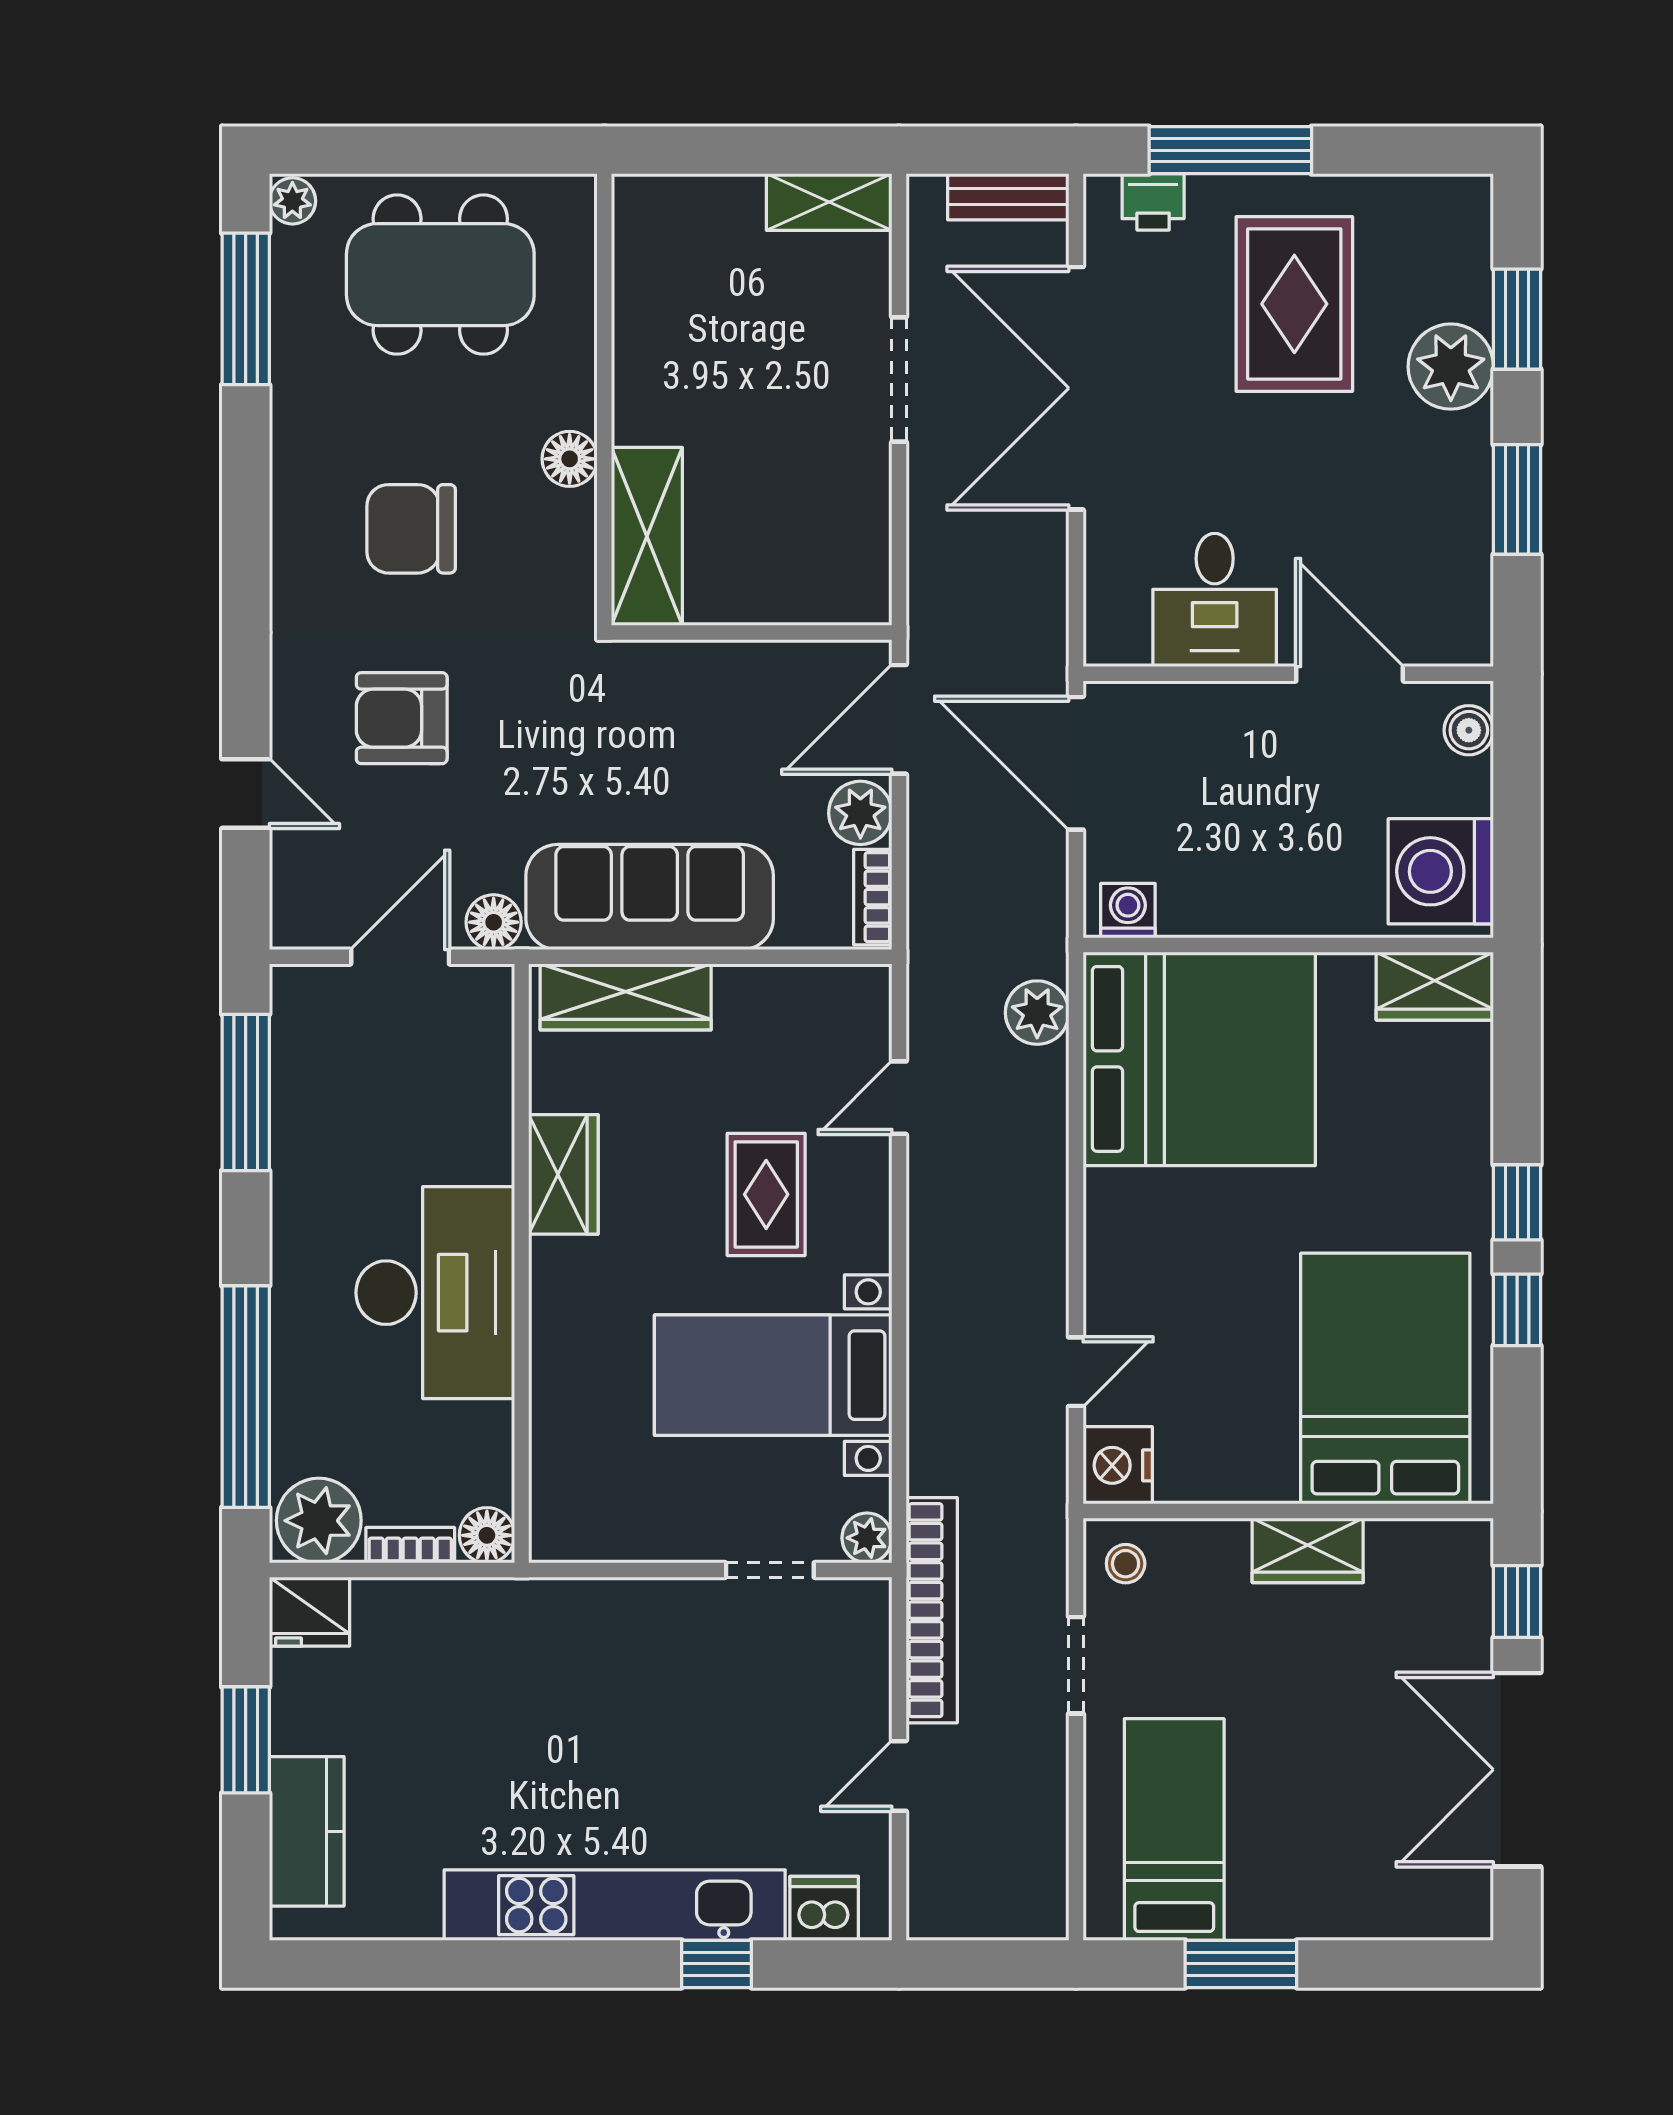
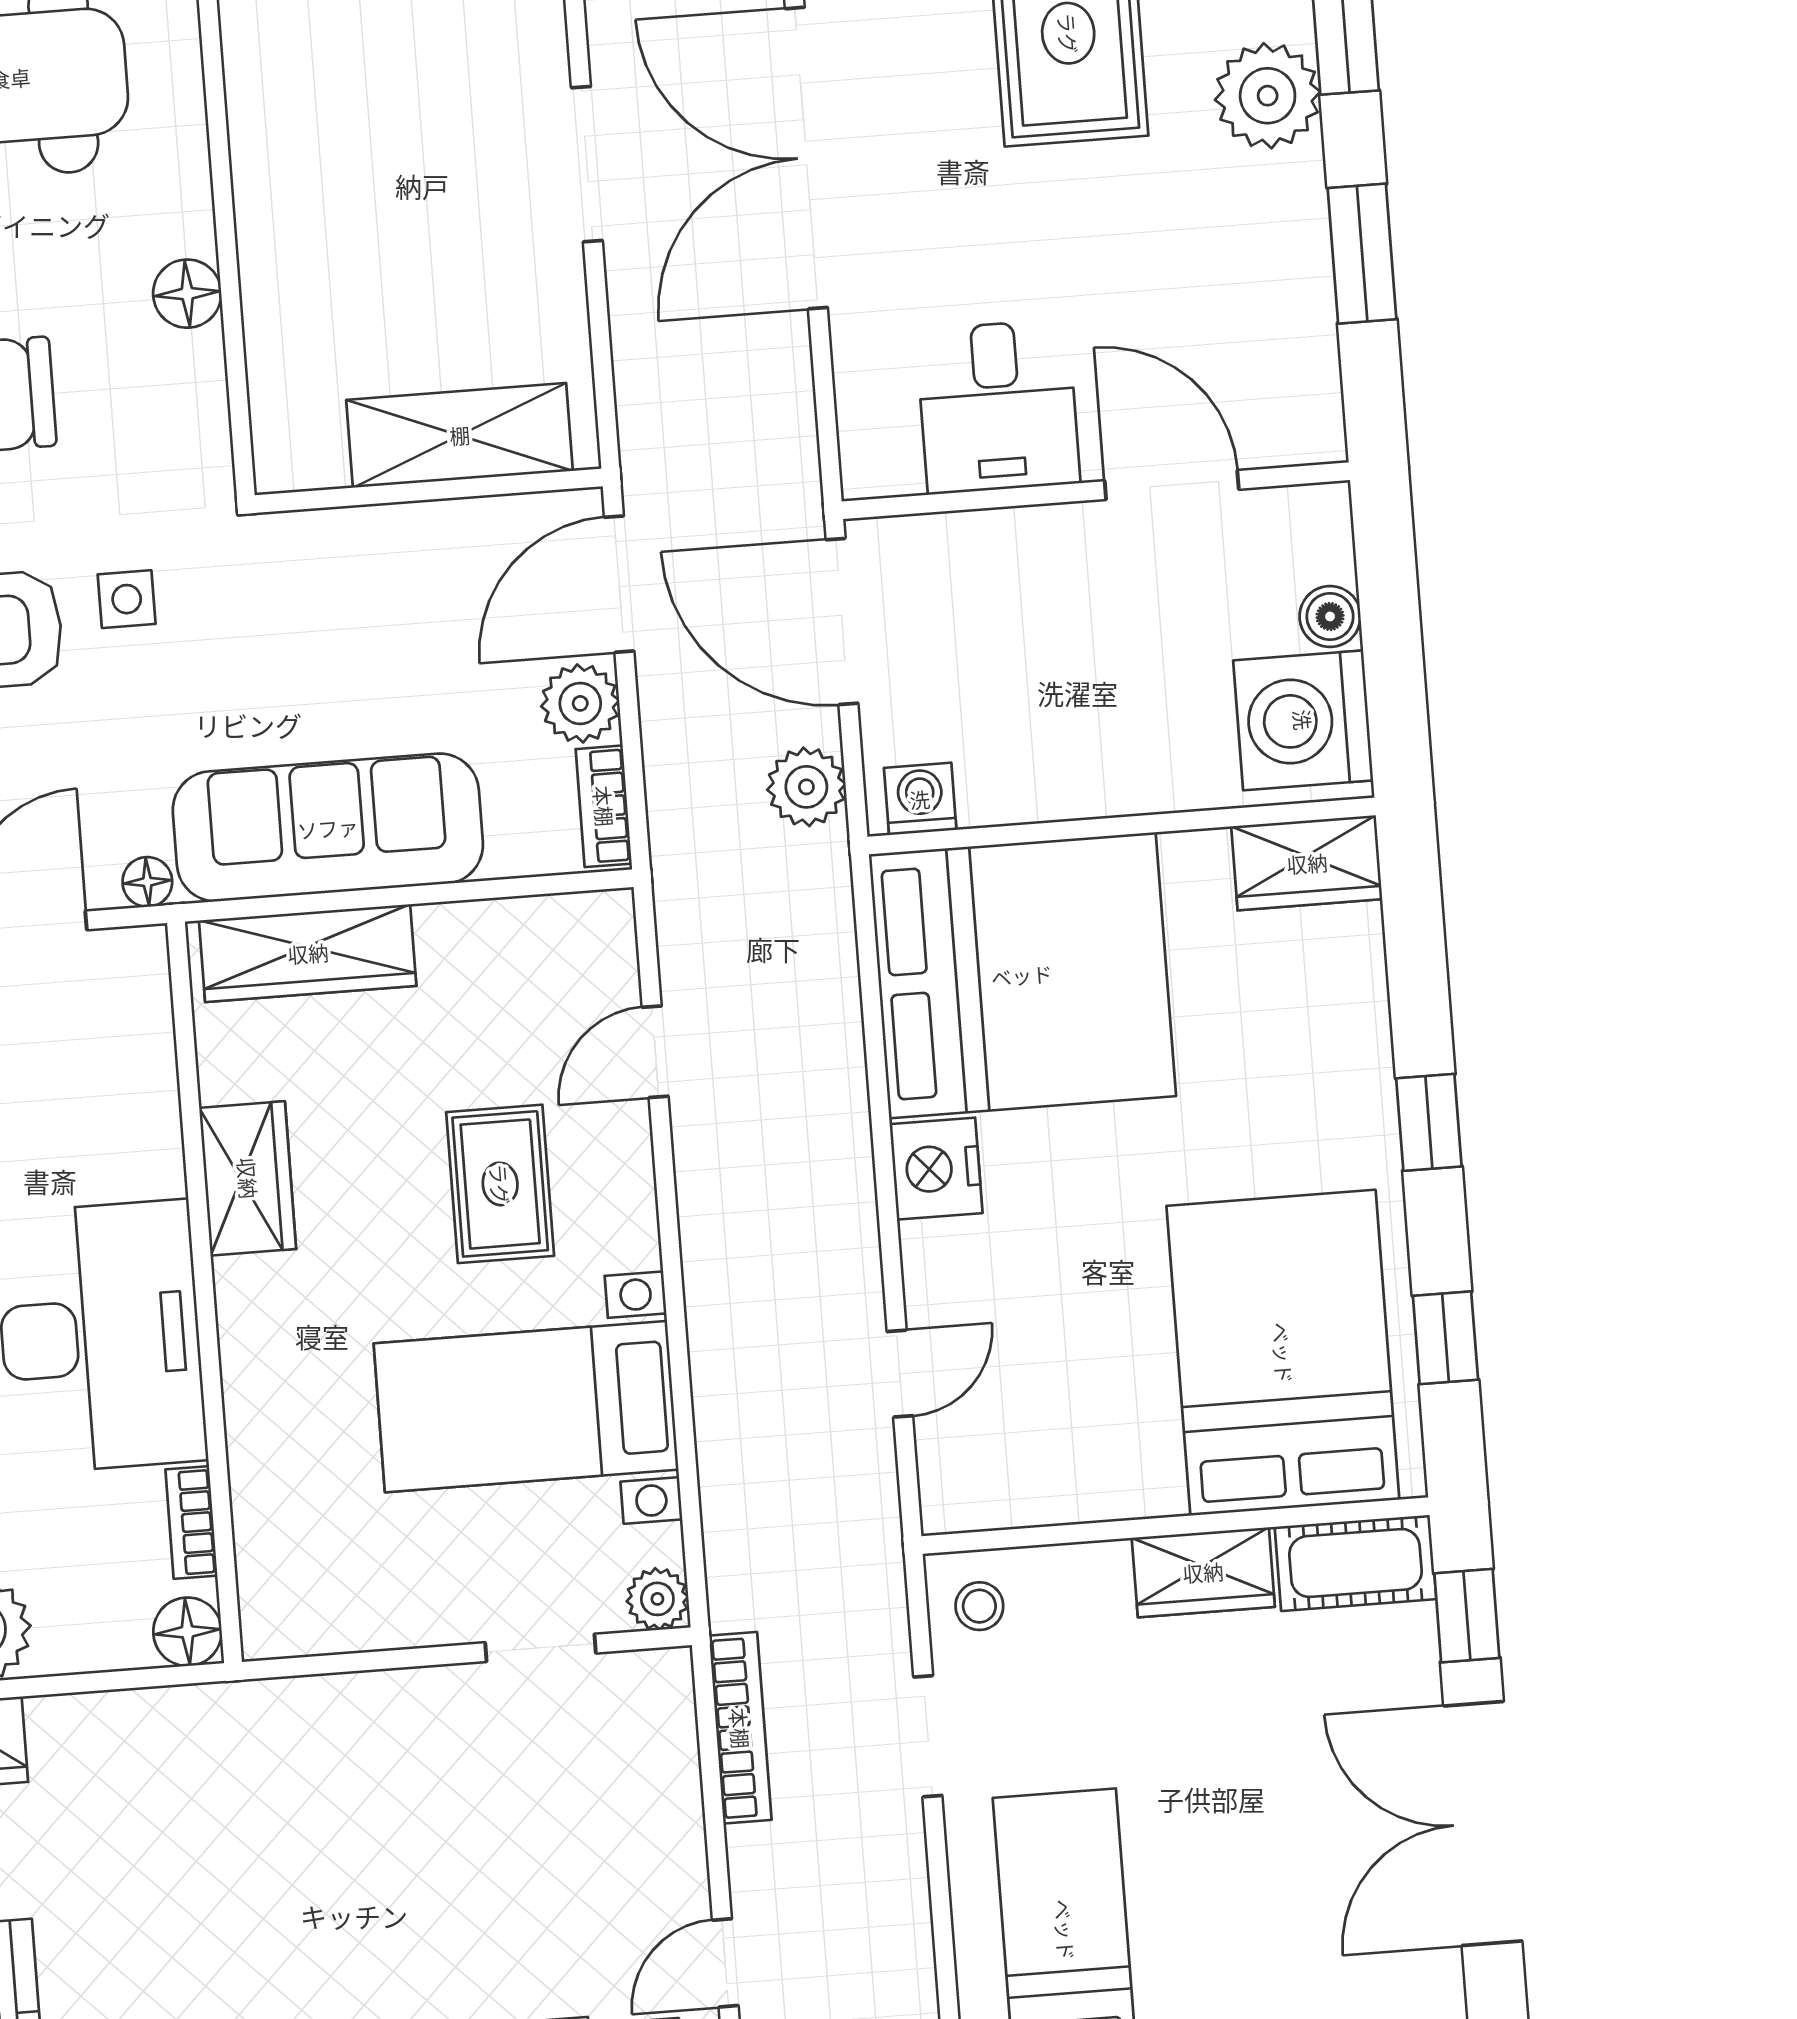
shelving: (647, 536) -> (460, 435), moved, turned 90
side table: (502, 701) -> (127, 599), added
boiler: (1469, 730) -> (1330, 617), moved
floor lamp: (494, 922) -> (147, 882), width x0.73, depth x0.73
plant: (1037, 1013) -> (806, 787), moved
window: (1517, 1310) -> (1445, 1338), moved
nightstand: (1118, 1465) -> (936, 1169), moved
bookcase: (410, 1545) -> (191, 1522), moved, turned -90
cot: (1431, 1552) -> (1355, 1563), added
bookcase: (932, 1610) -> (740, 1728), width x0.68, depth x0.76
door: (899, 1776) -> (725, 1963), moved

